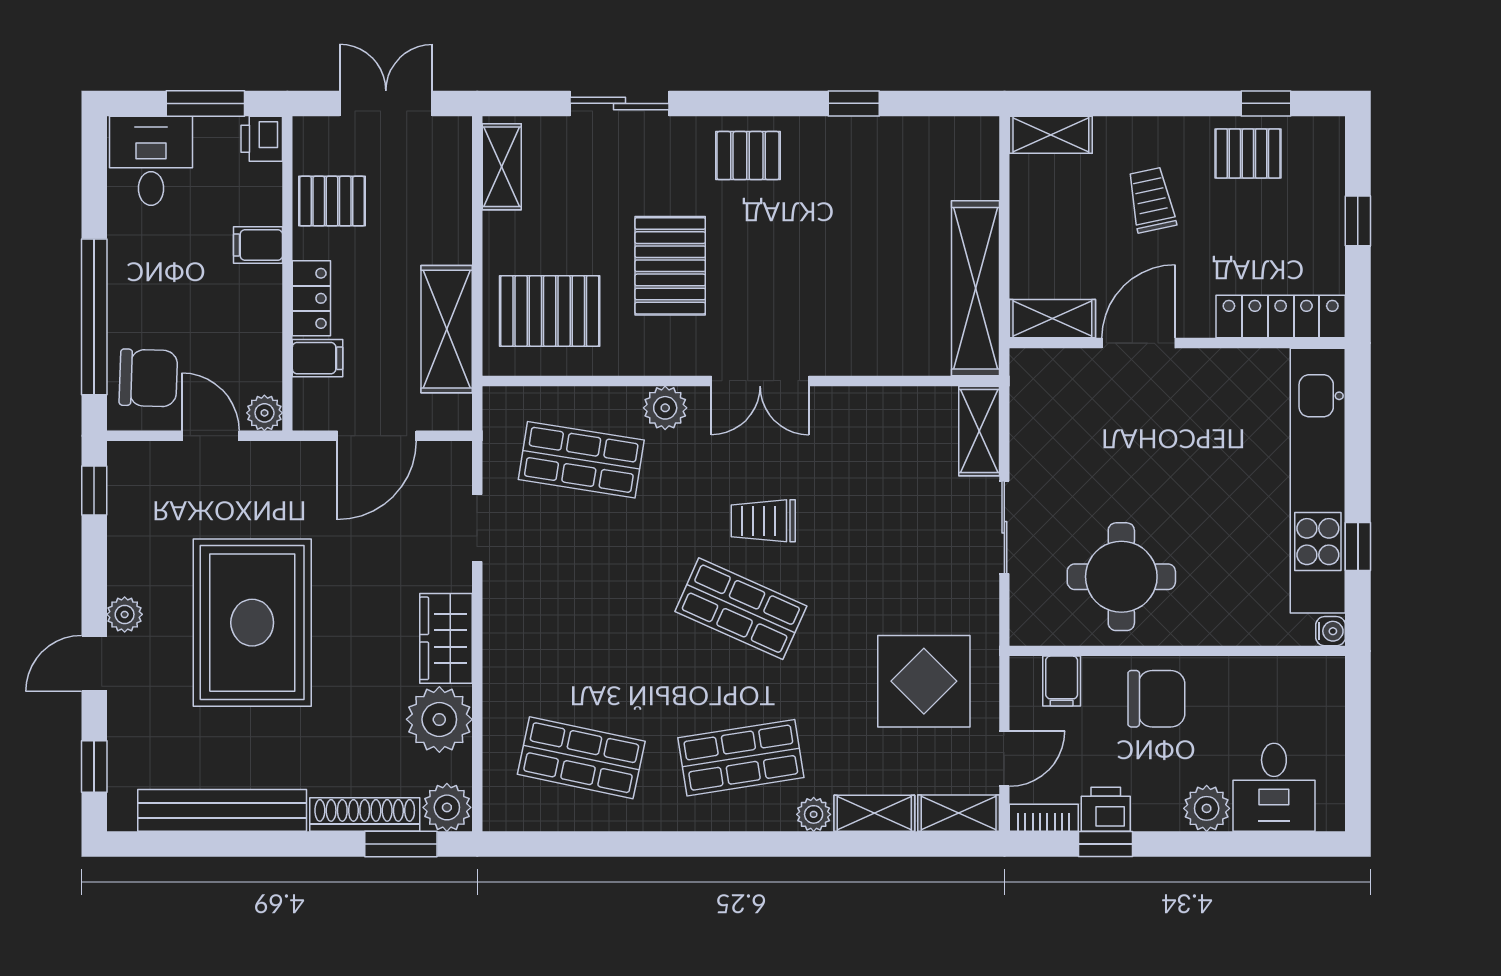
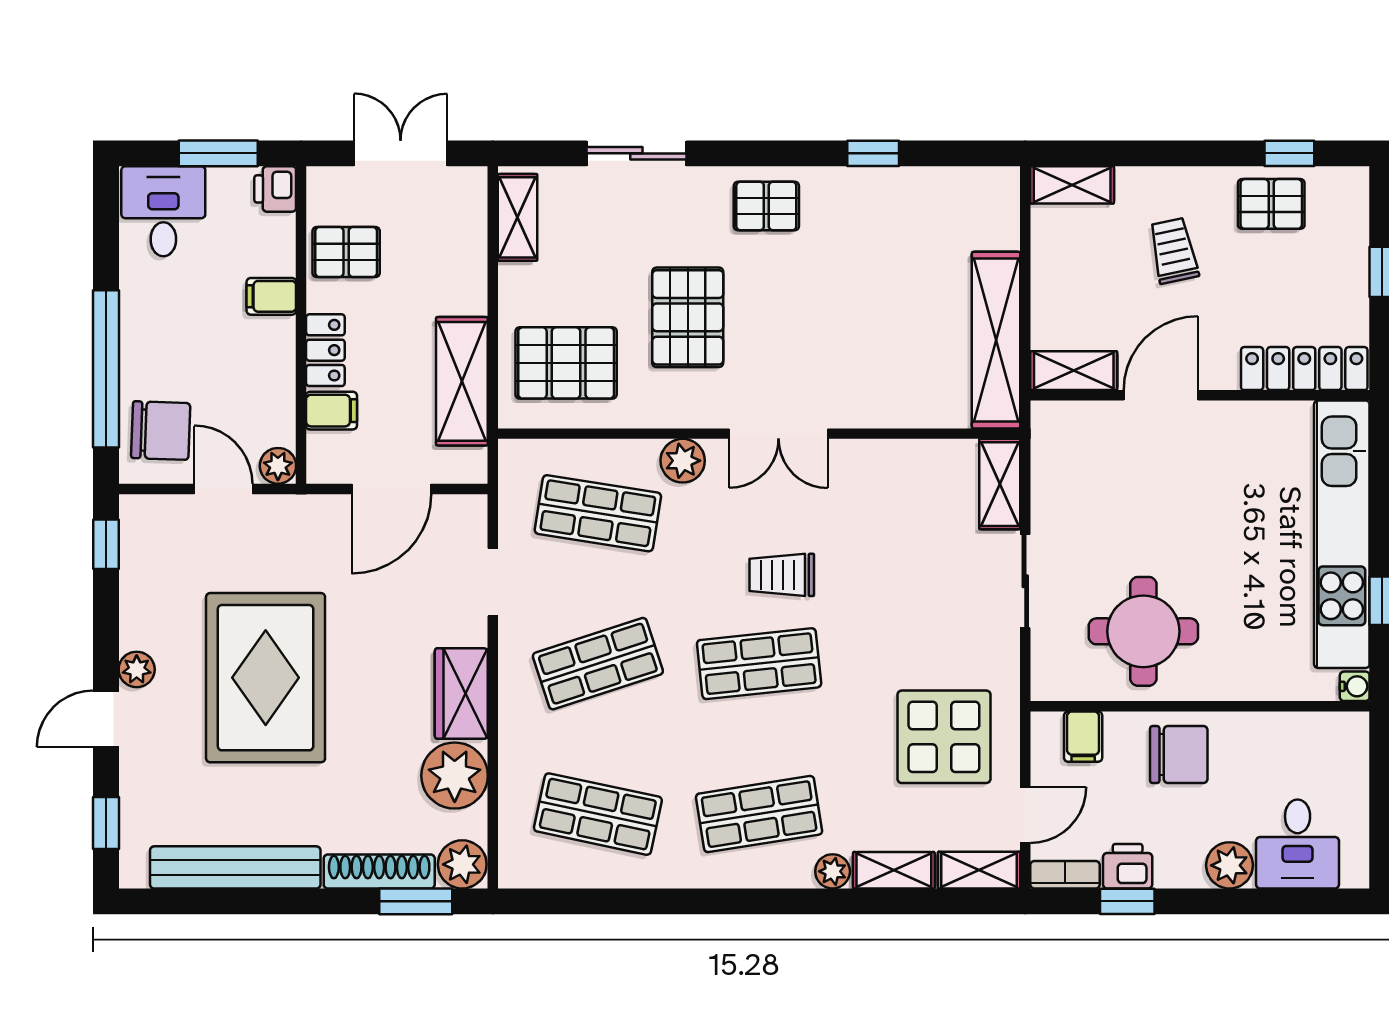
shop shelf: (581, 609) -> (598, 664), added
shop shelf: (741, 609) -> (759, 664), turned -30

